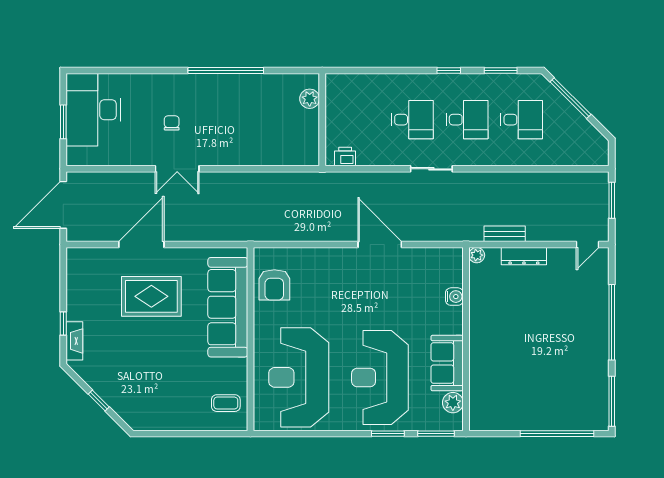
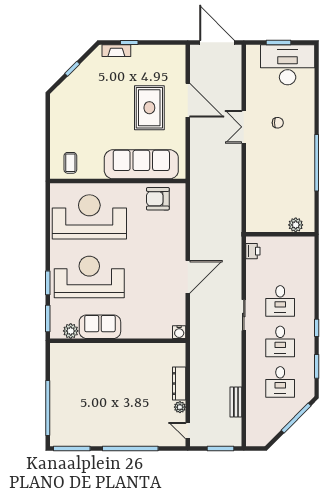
bench: (505, 234) -> (236, 402), moved
plant: (477, 255) -> (180, 407), moved
water cooler: (454, 297) -> (179, 332), moved

